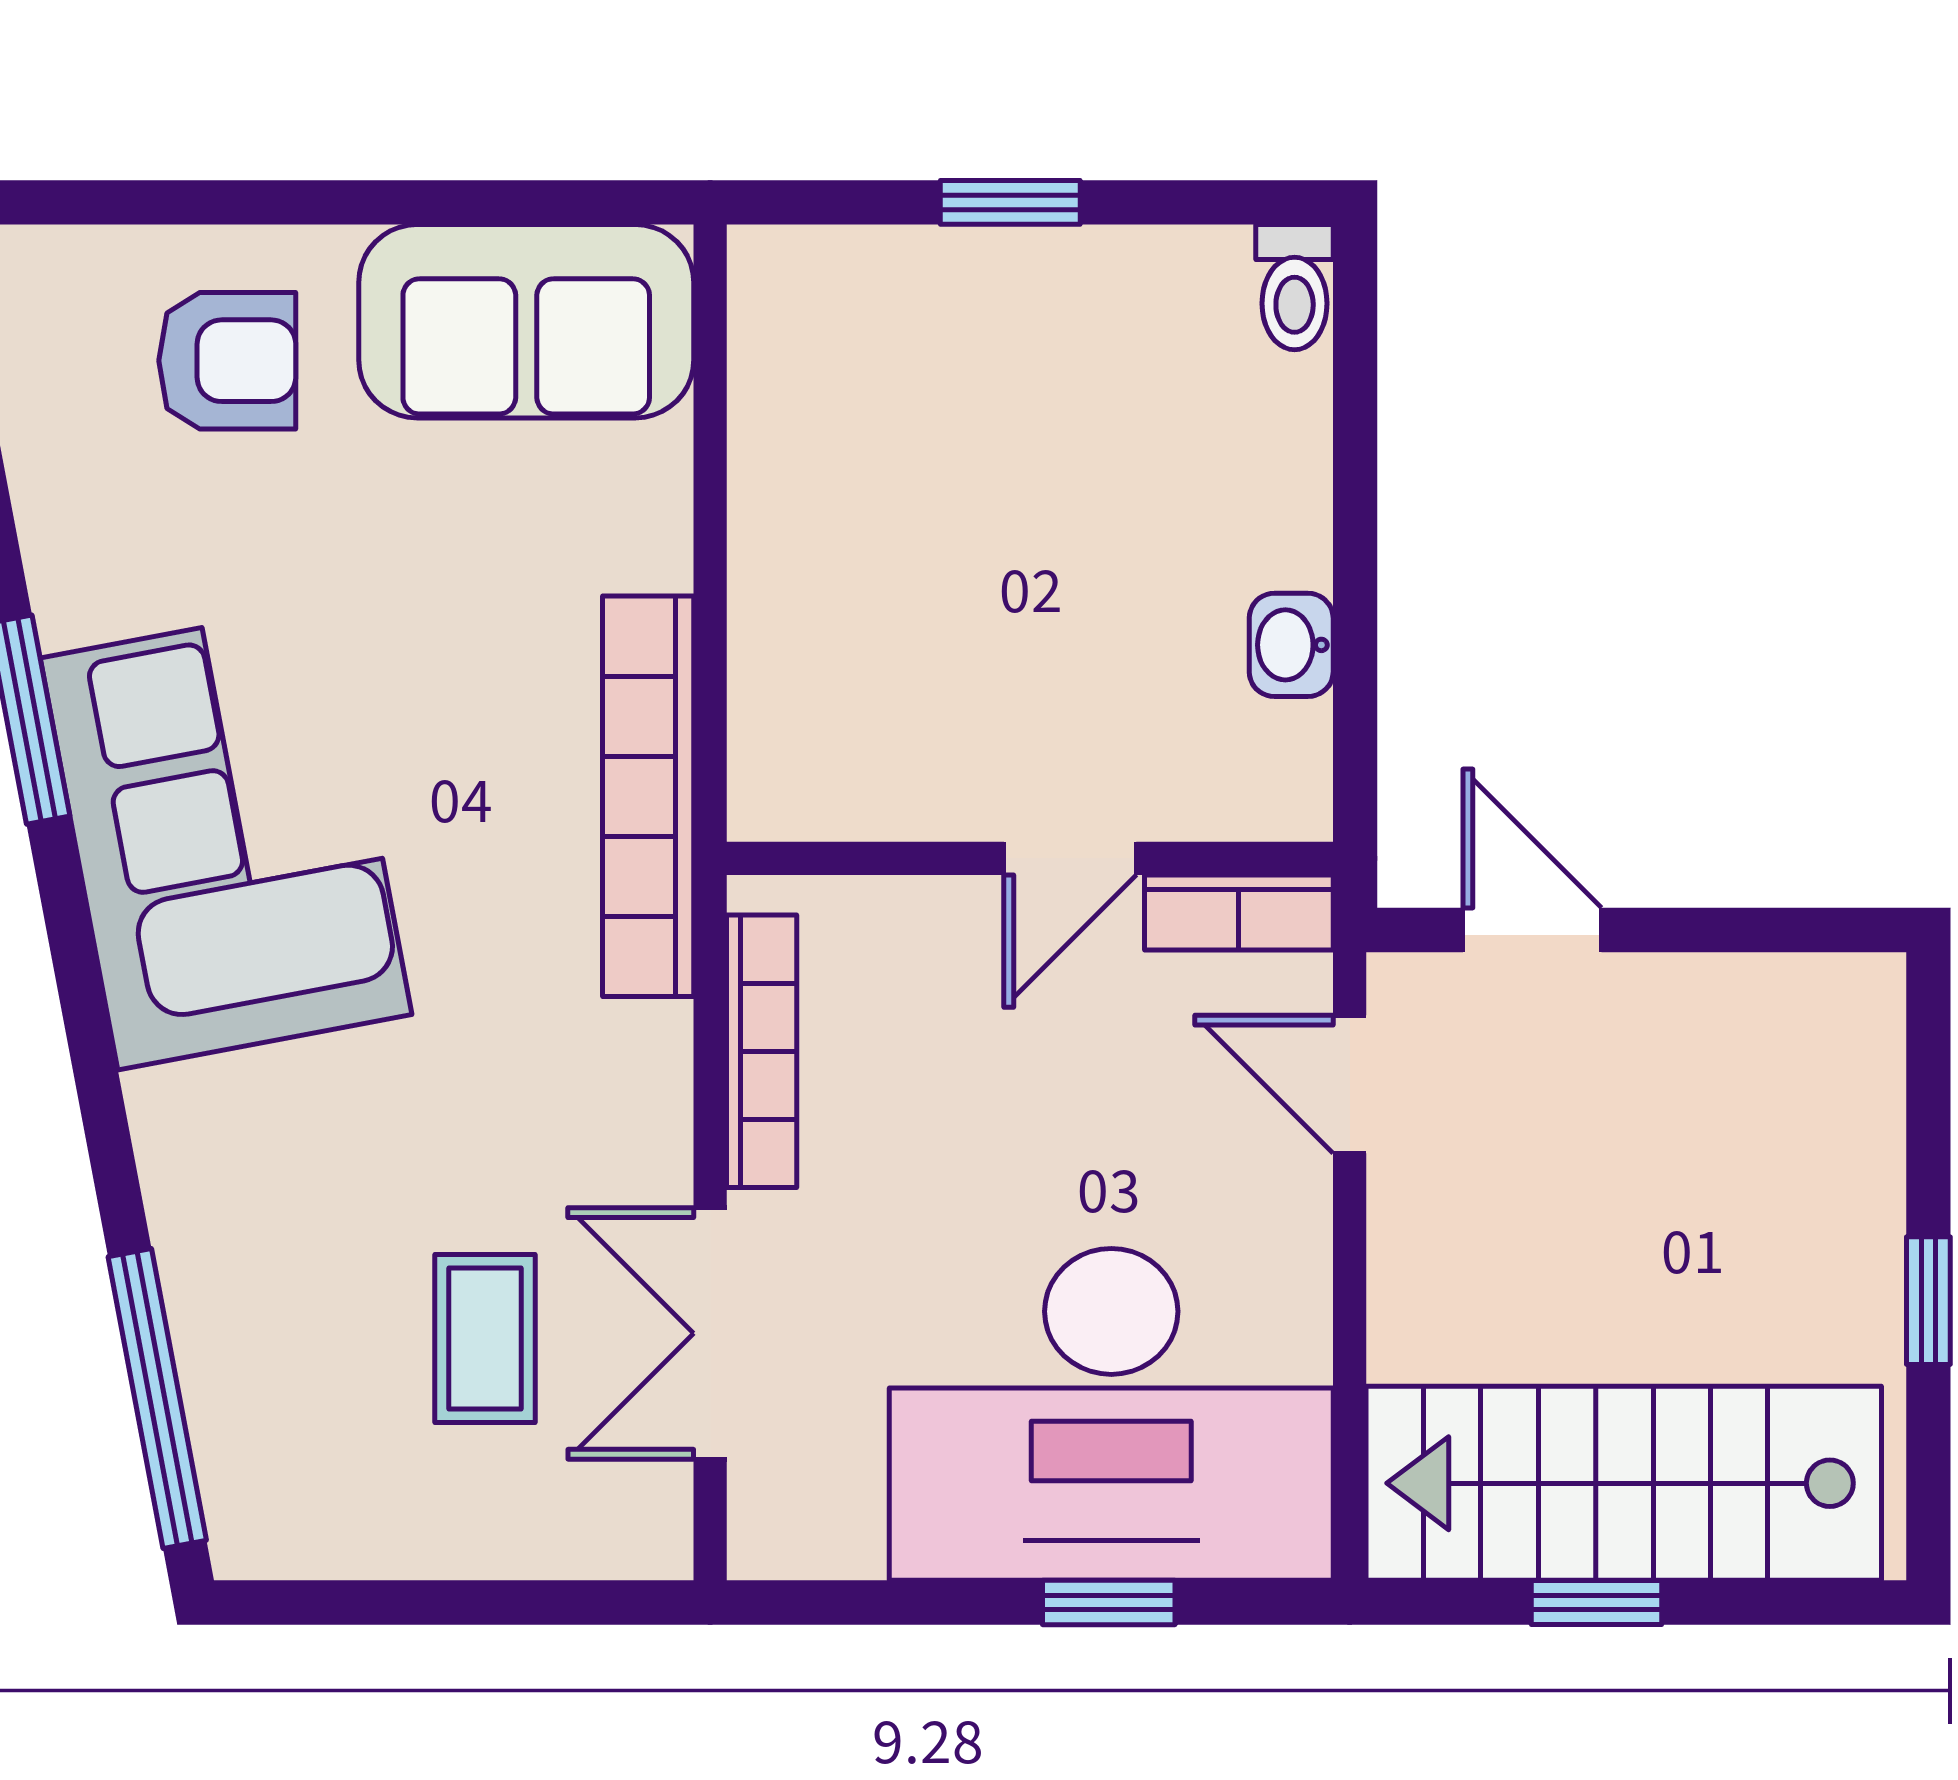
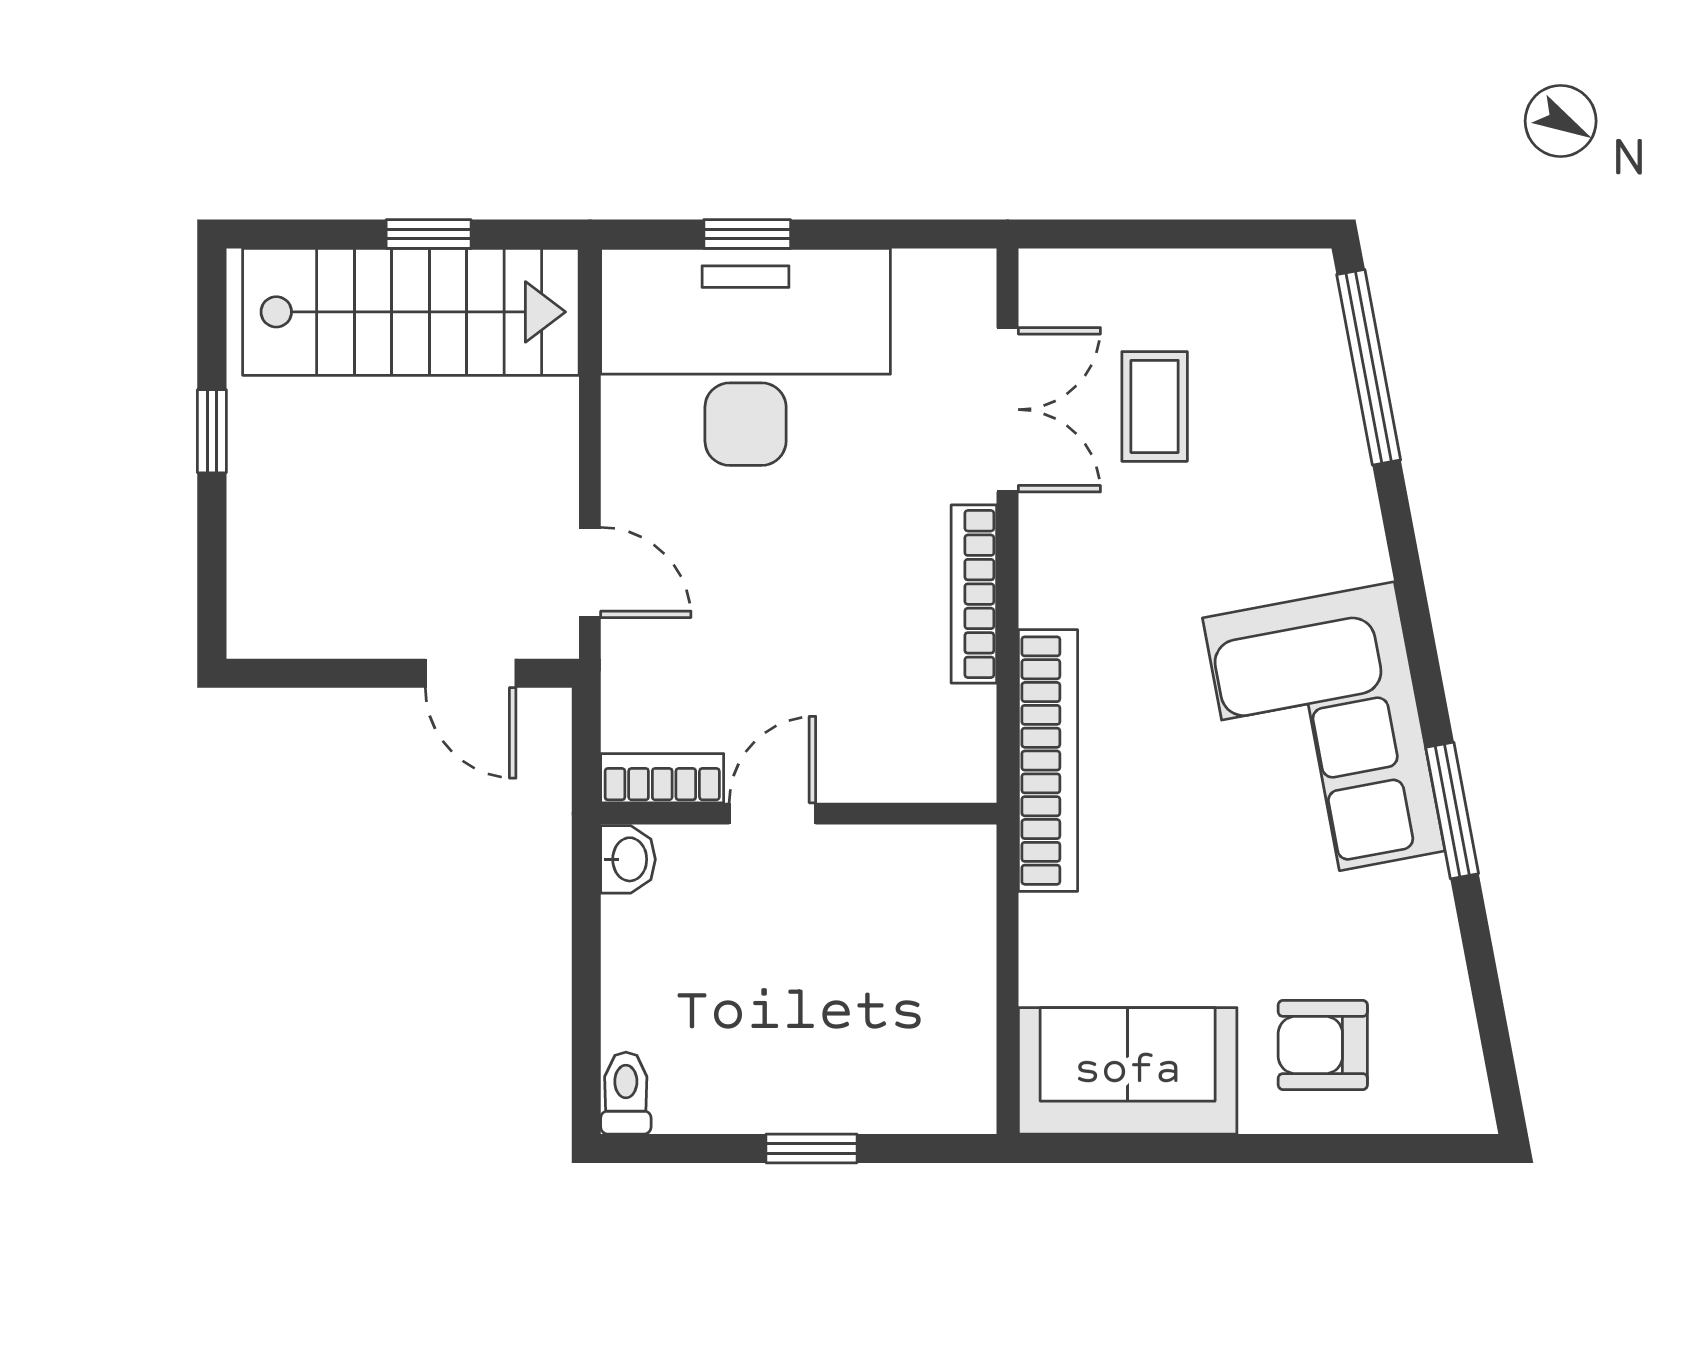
wall: (1030, 858) -> (799, 814), moved
door: (1070, 858) -> (772, 814), moved
bookcase: (1239, 913) -> (662, 778), moved

